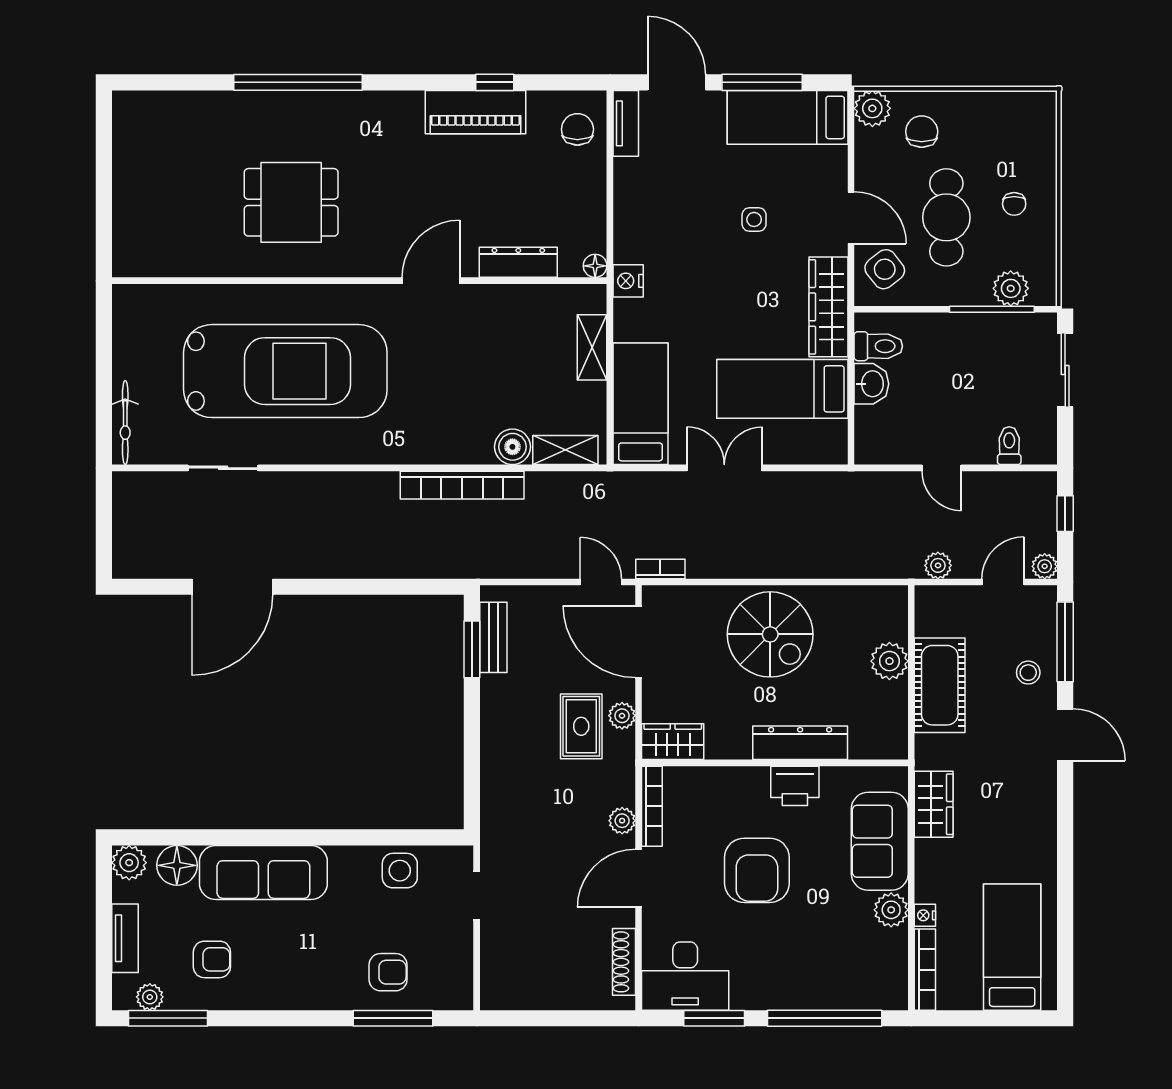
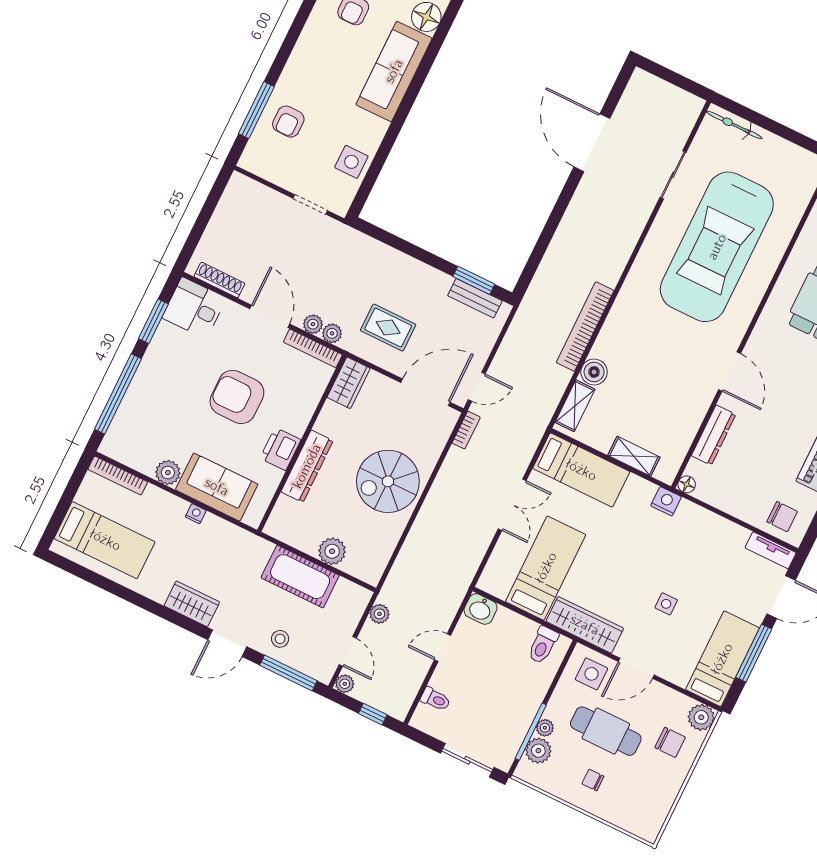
side table: (885, 269) -> (591, 674), turned 38
plant: (979, 294) -> (545, 728), added
washbasin: (871, 384) -> (481, 609), moved
plant: (622, 716) -> (332, 333), moved
wardrobe: (934, 804) -> (192, 604), moved, turned 180
nightstand: (925, 915) -> (196, 514), moved
desk: (685, 976) -> (194, 308), width x0.73

